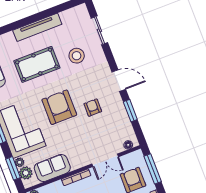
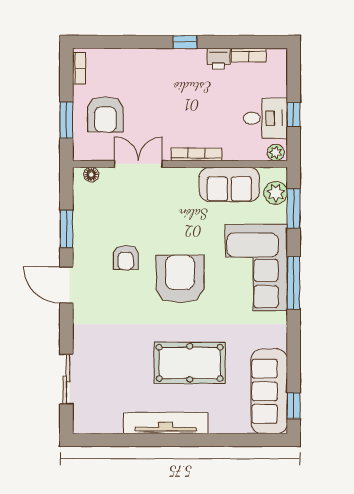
stool: (77, 56) -> (120, 352), removed
armchair: (59, 107) -> (180, 279), turned 180
plant: (20, 162) -> (279, 214), removed
window: (153, 169) -> (66, 120), width x0.69

